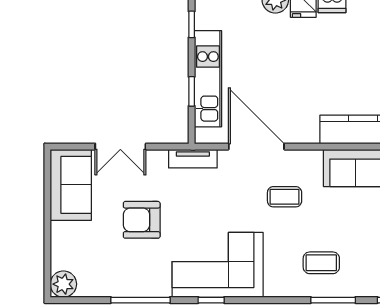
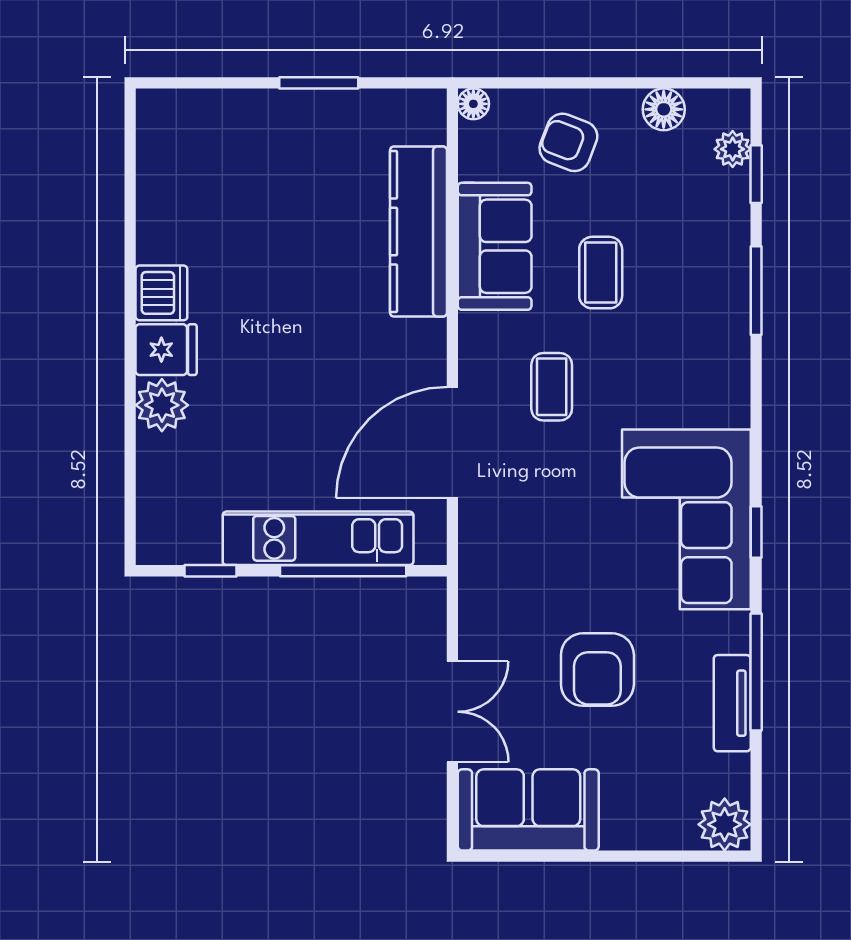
window: (192, 91) -> (343, 571), width x2.17
tv unit: (193, 159) -> (732, 703), moved, turned 180
coffee table: (321, 263) -> (601, 273), moved

